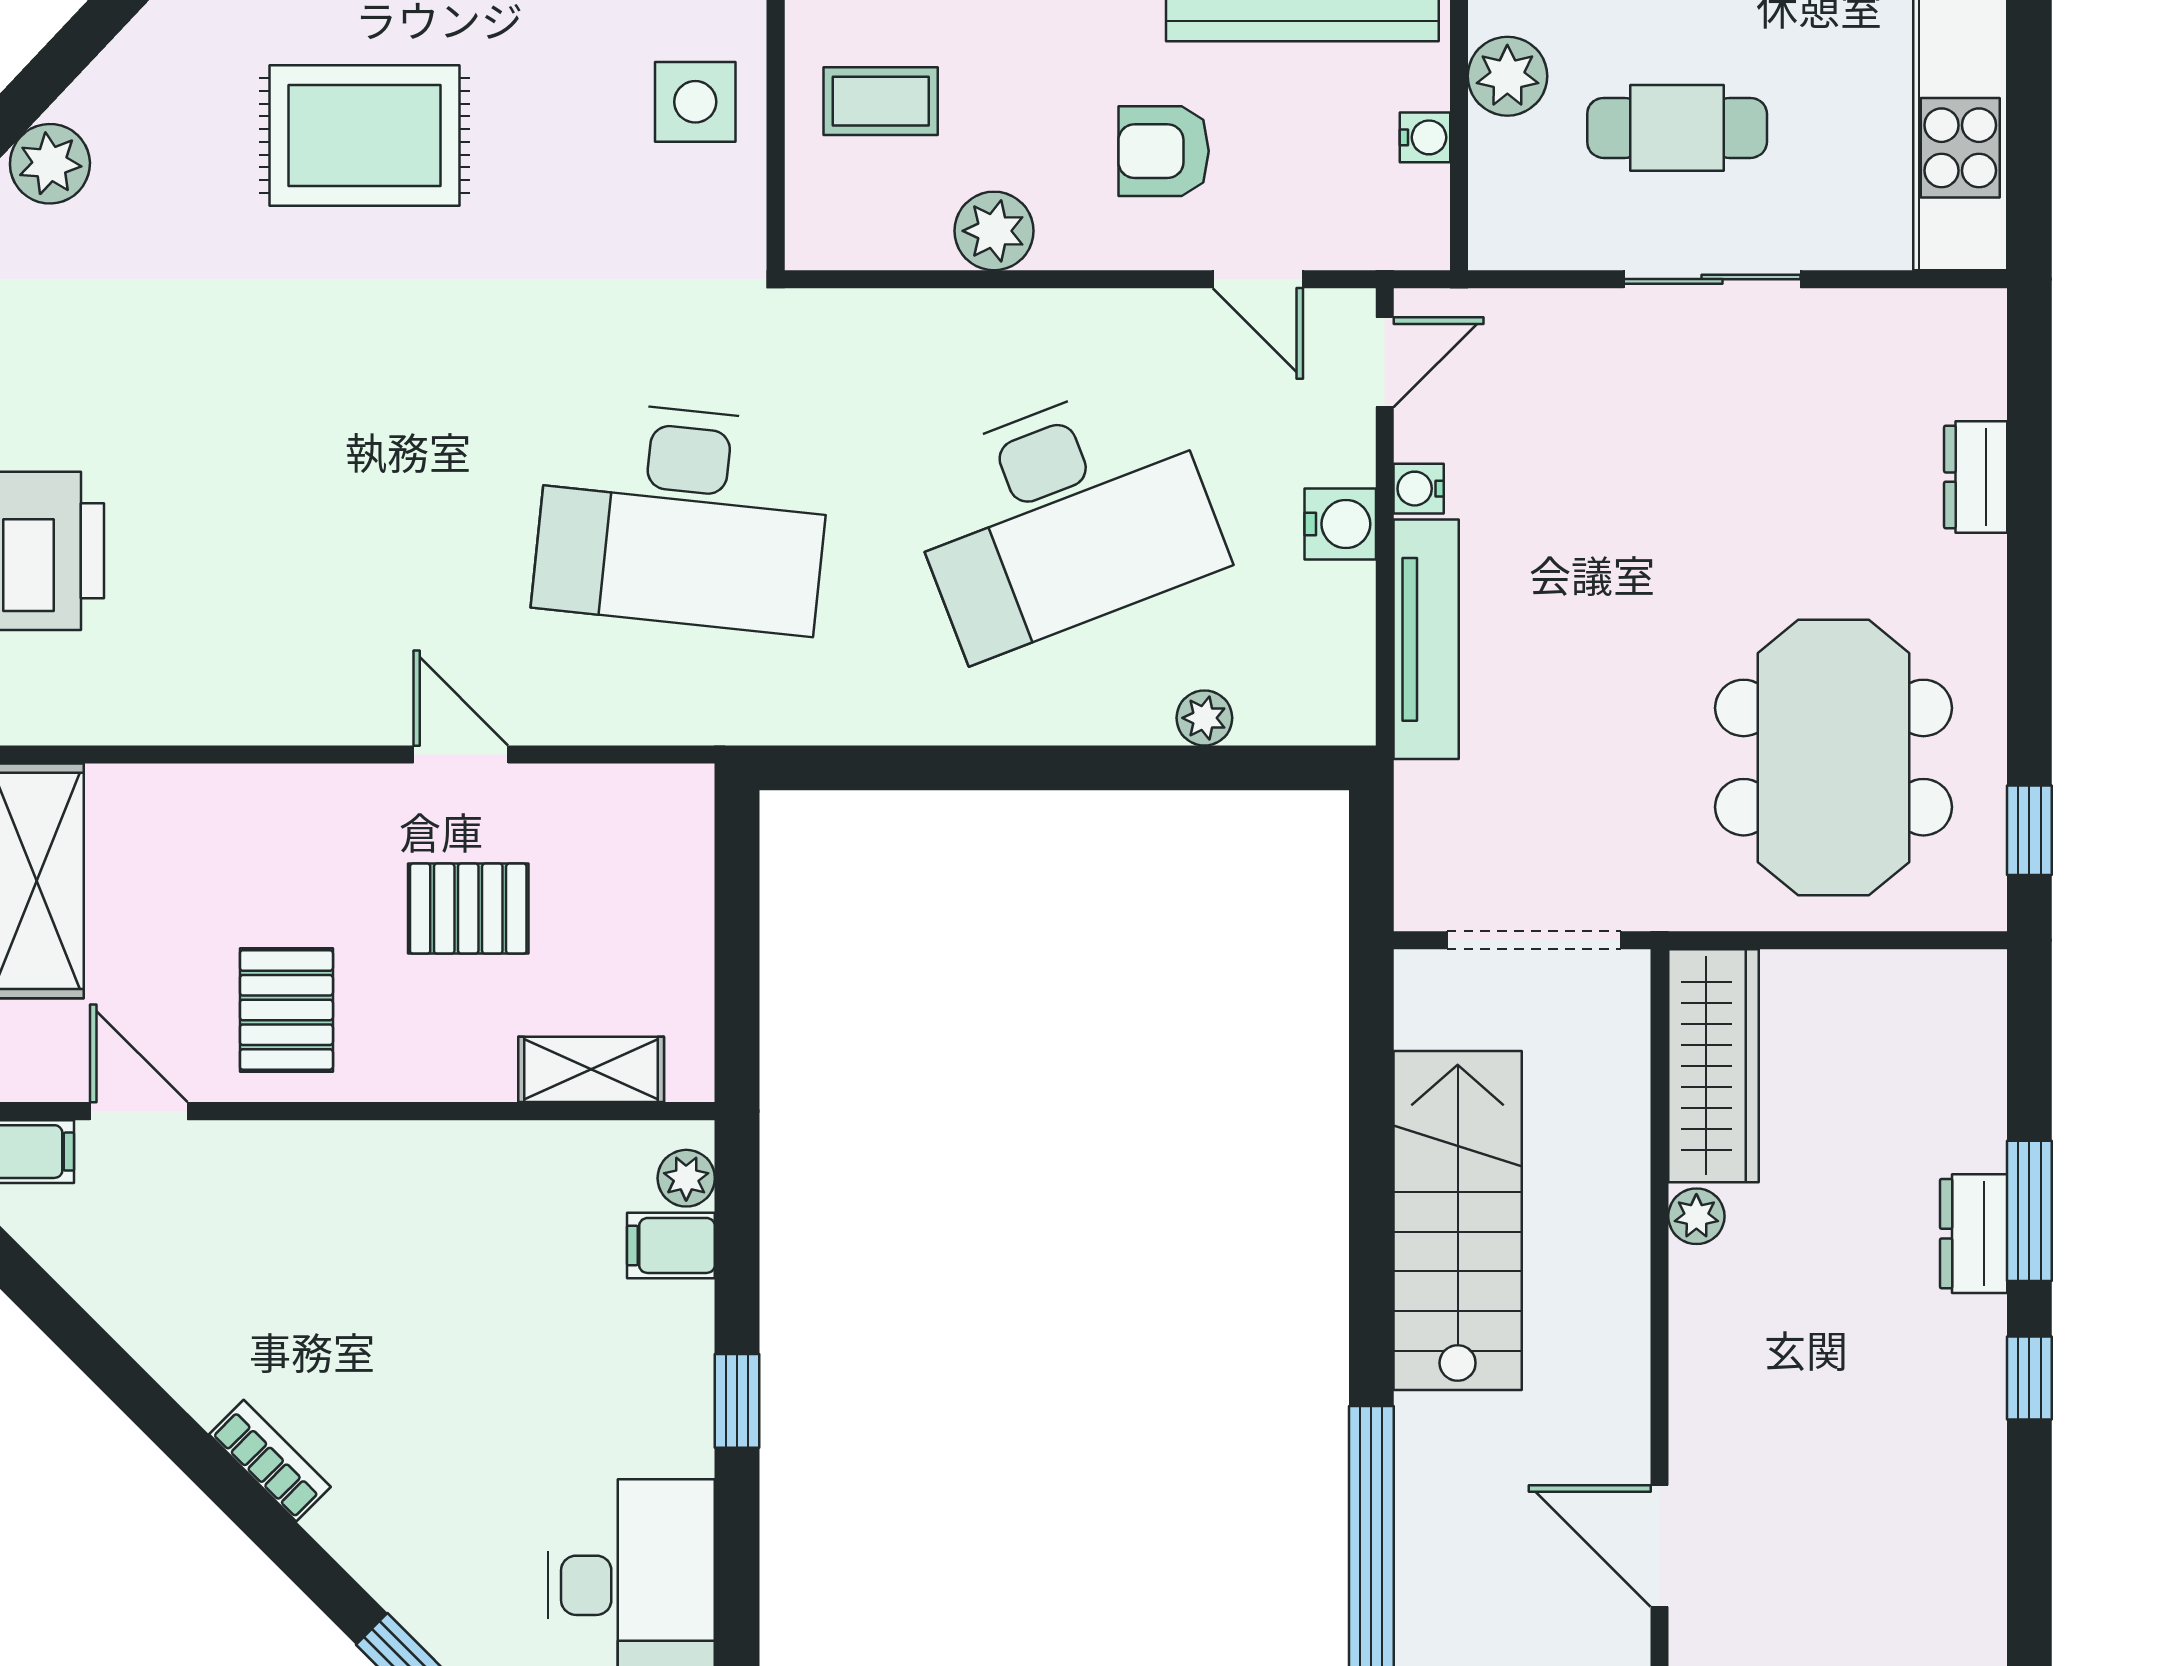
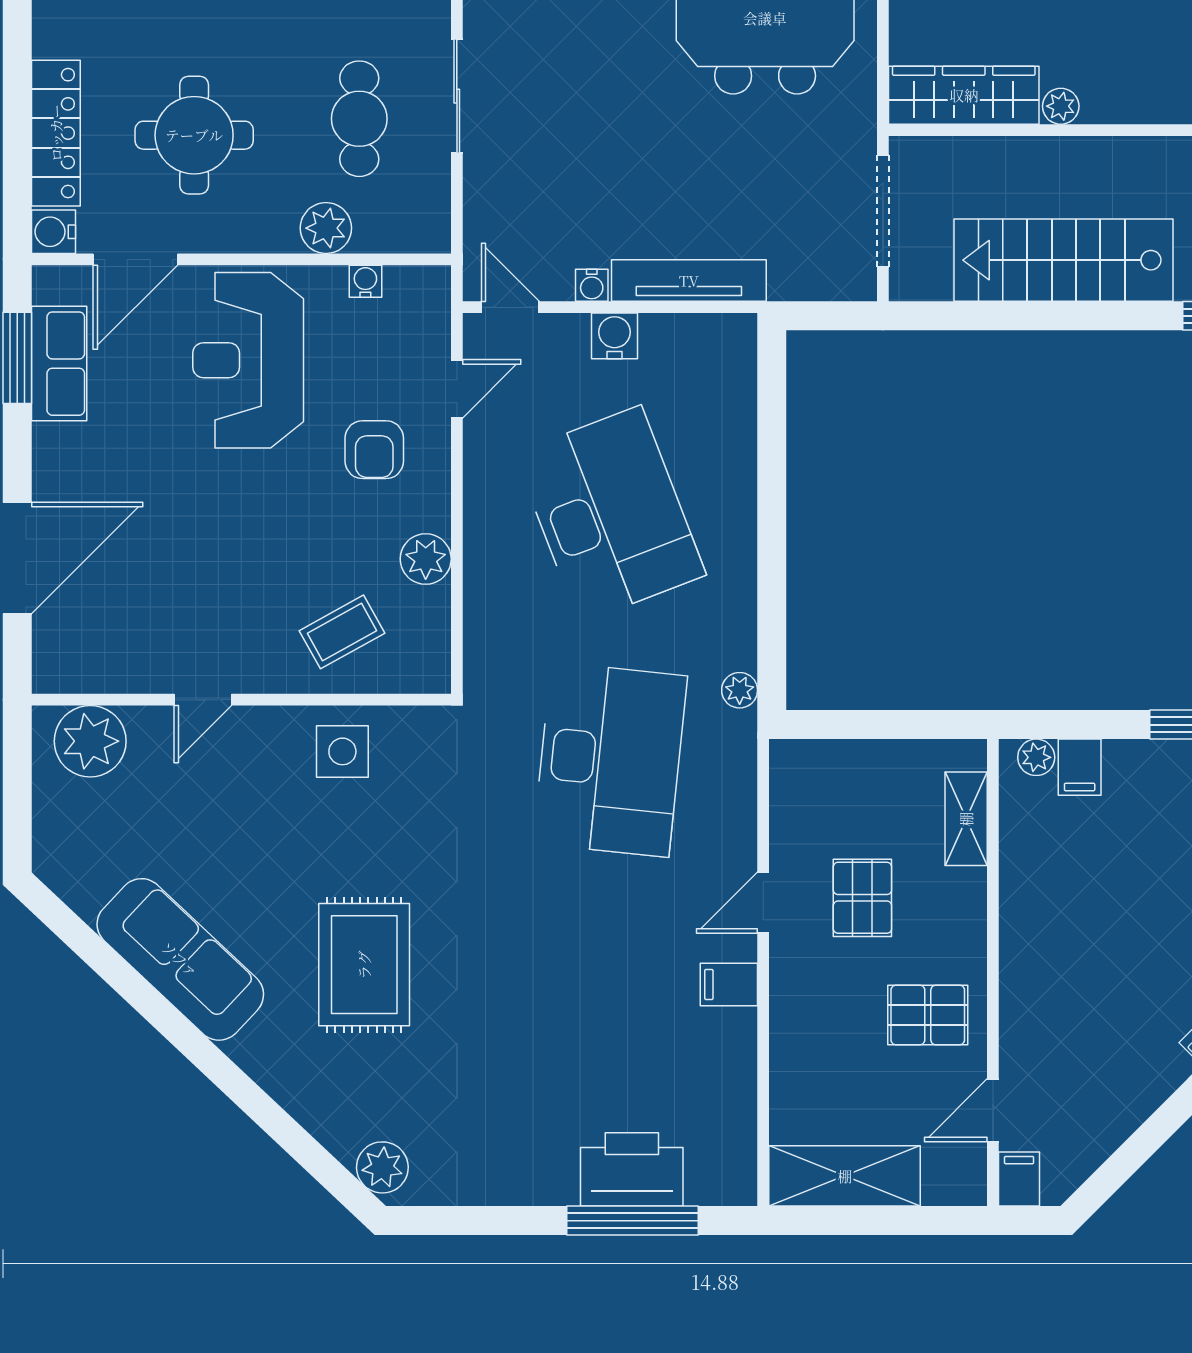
coffee table: (881, 101) -> (342, 632), turned 61
filing cabinet: (334, 701) -> (729, 984), added
plant: (1204, 718) -> (740, 690), moved

